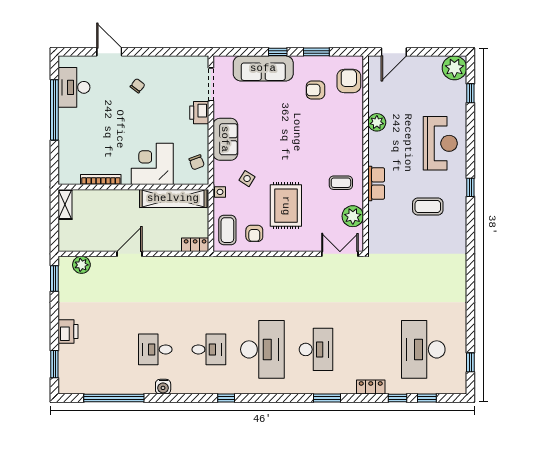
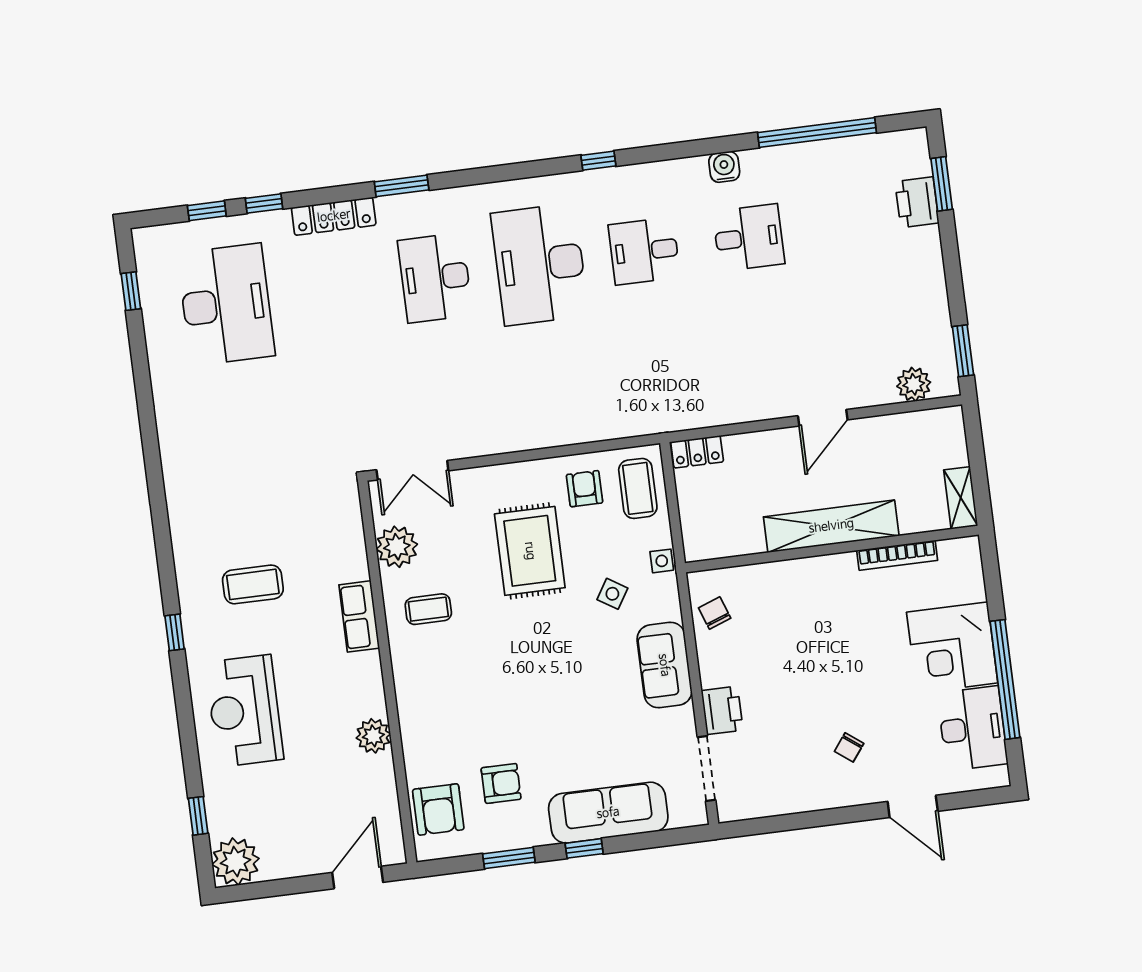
corner desk: (152, 164) -> (952, 648), moved, turned 90
shelving: (173, 198) -> (831, 526), moved
printer: (68, 332) -> (917, 202), moved
locker: (371, 387) -> (334, 216), width x1.53

